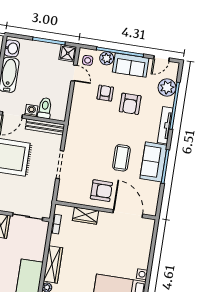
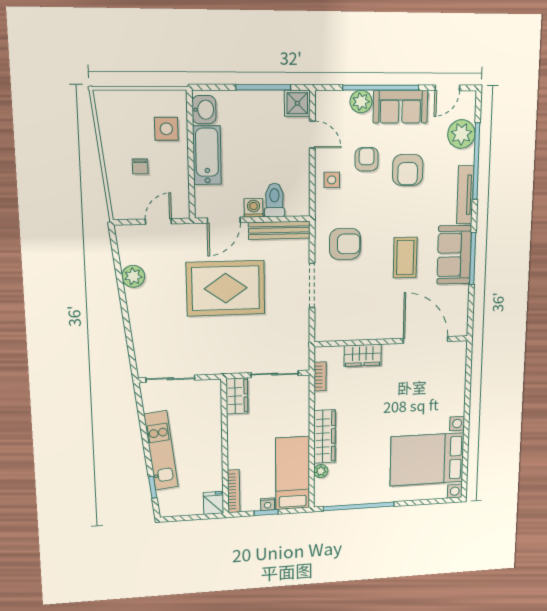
side table: (88, 60) -> (332, 180), moved
armchair: (101, 191) -> (345, 244), moved

